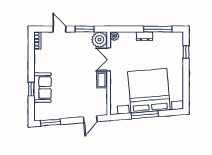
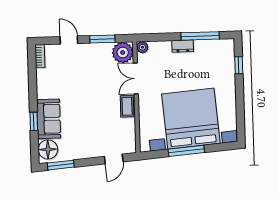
floor lamp: (41, 110) -> (48, 149), added

